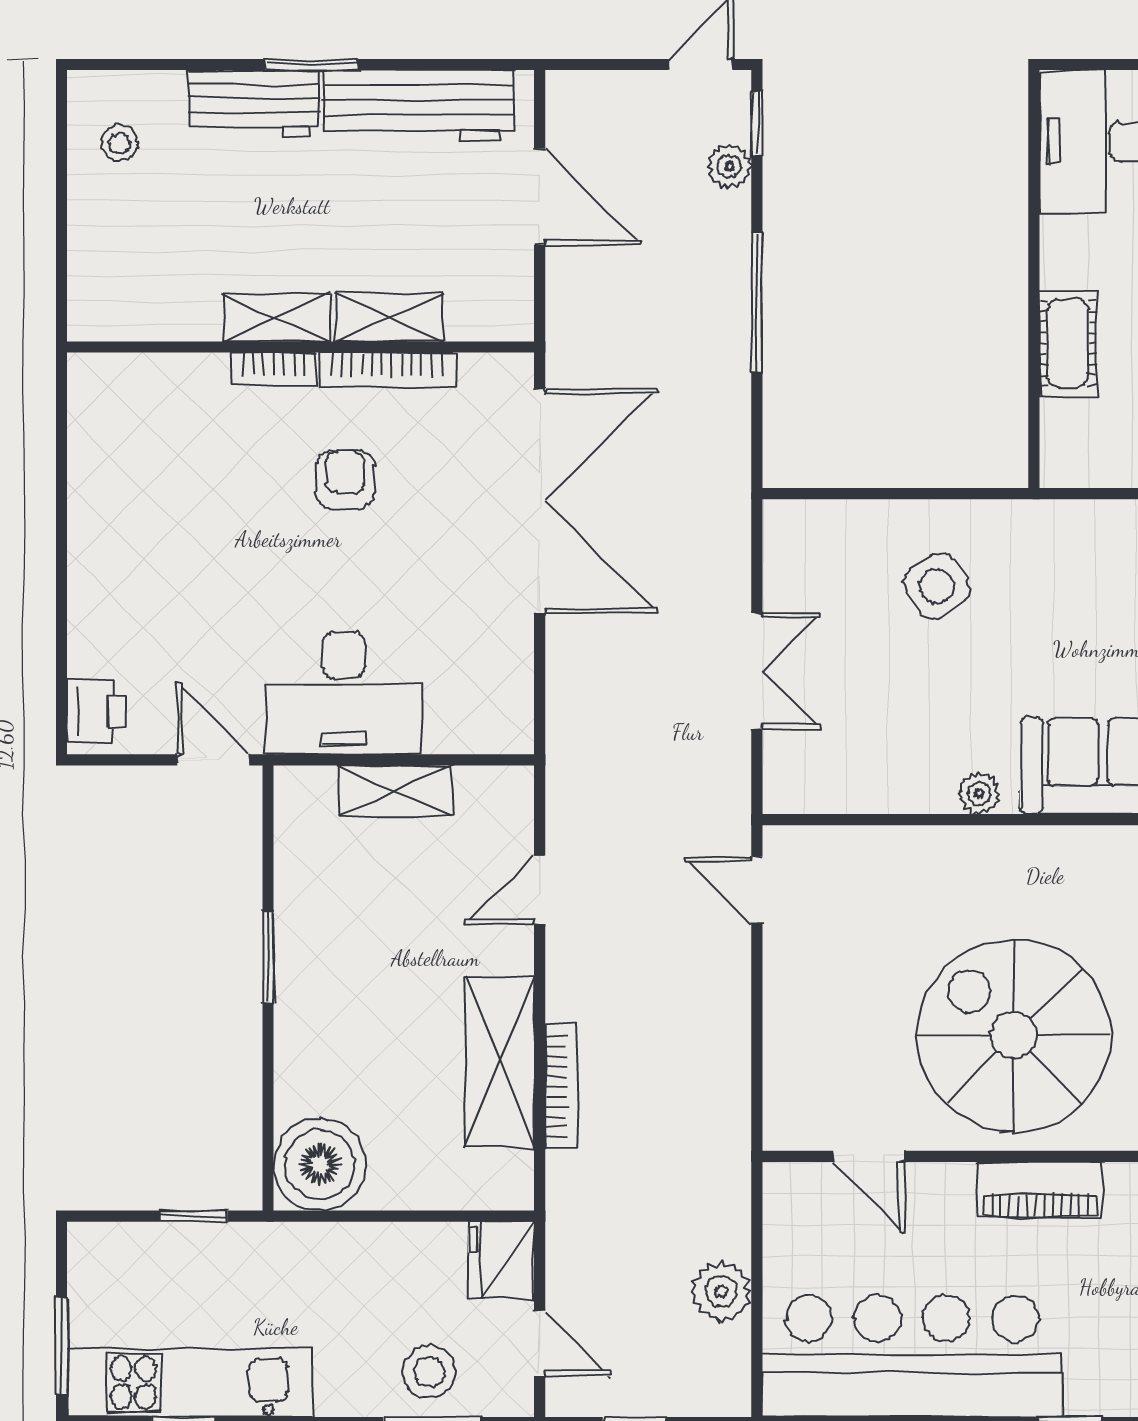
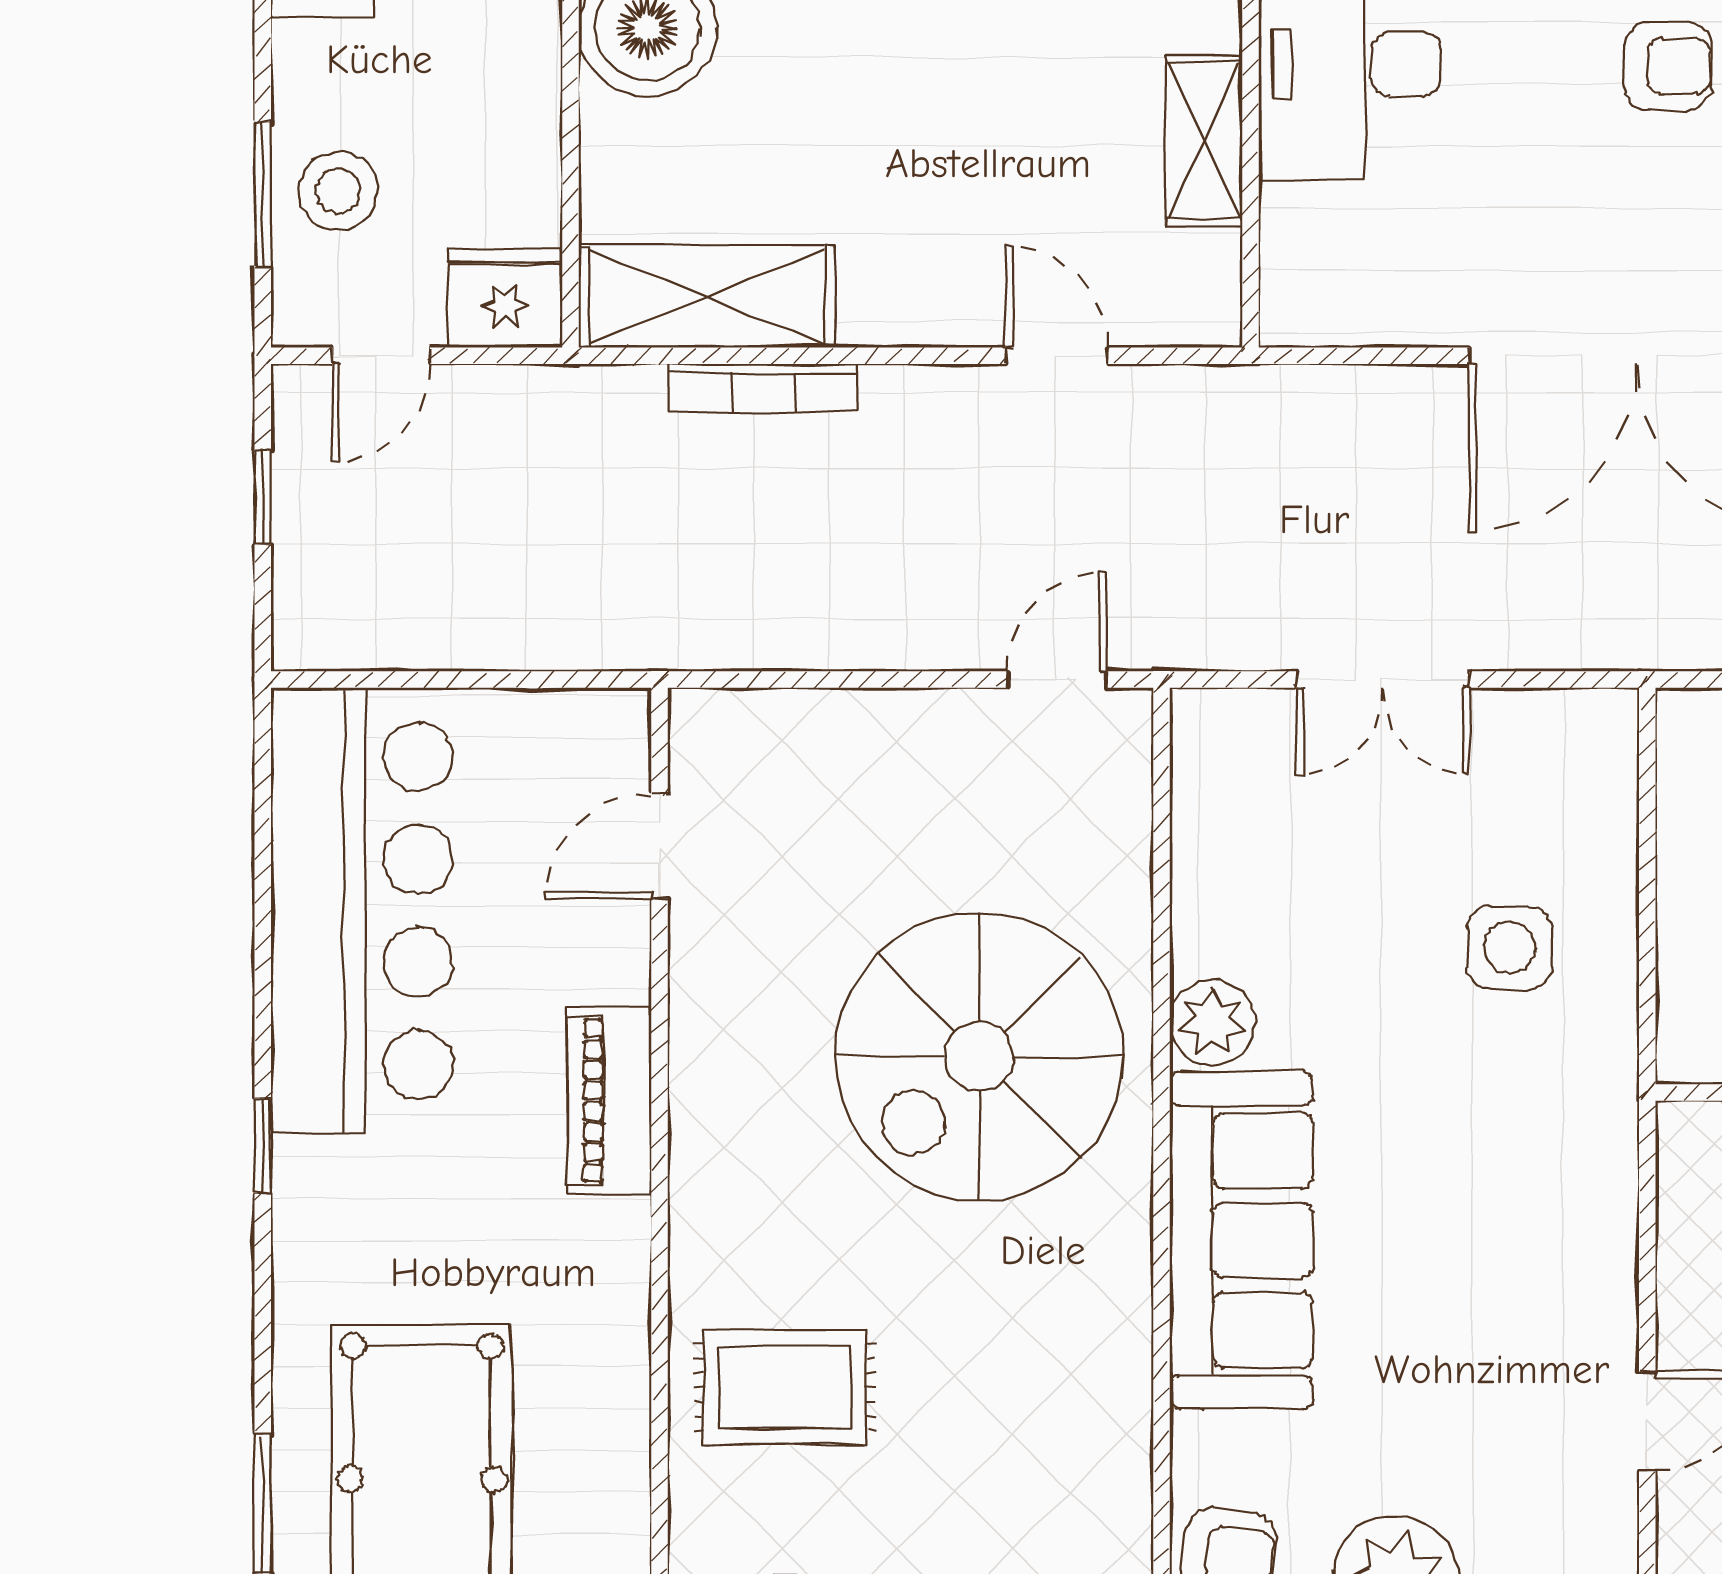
side table: (937, 586) -> (1509, 948), turned 33
plant: (979, 793) -> (1212, 1022), width x1.38, depth x1.38
spiral stairs: (1014, 1036) -> (979, 1056), moved, turned 180
shelving: (500, 1062) -> (707, 296), moved
plant: (721, 1291) -> (458, 626), removed

